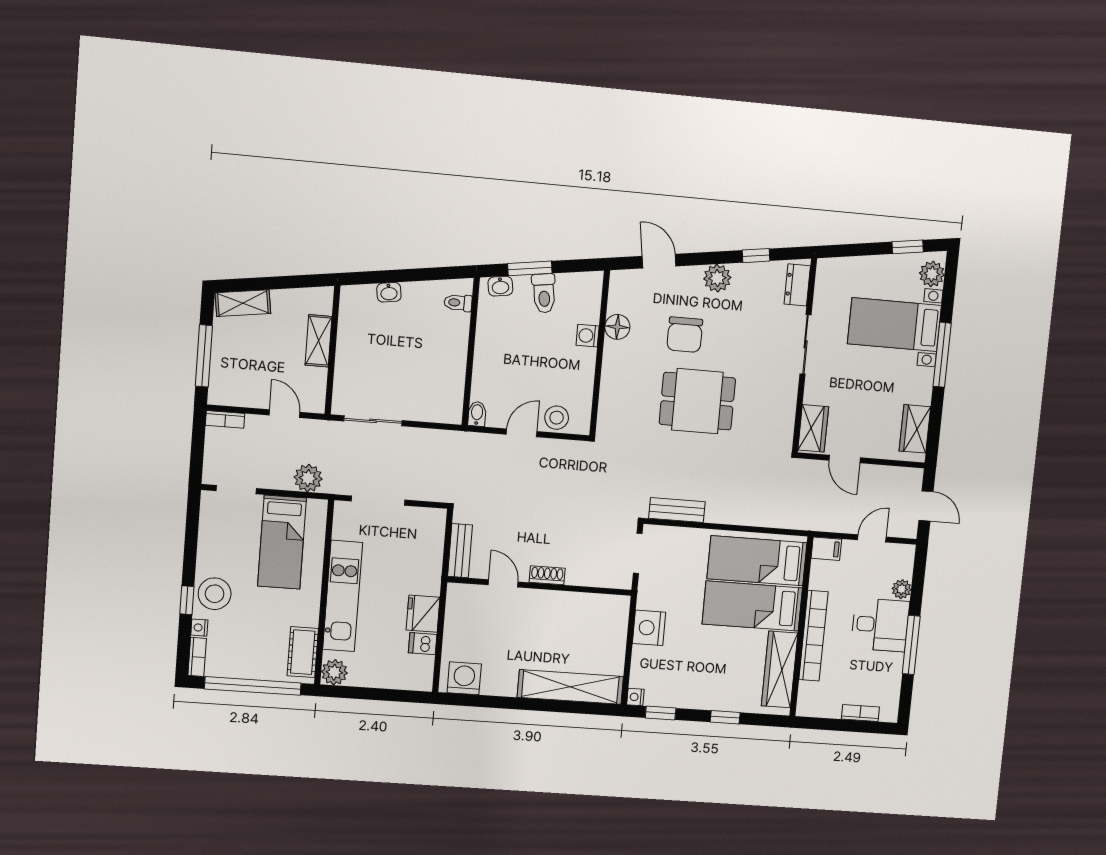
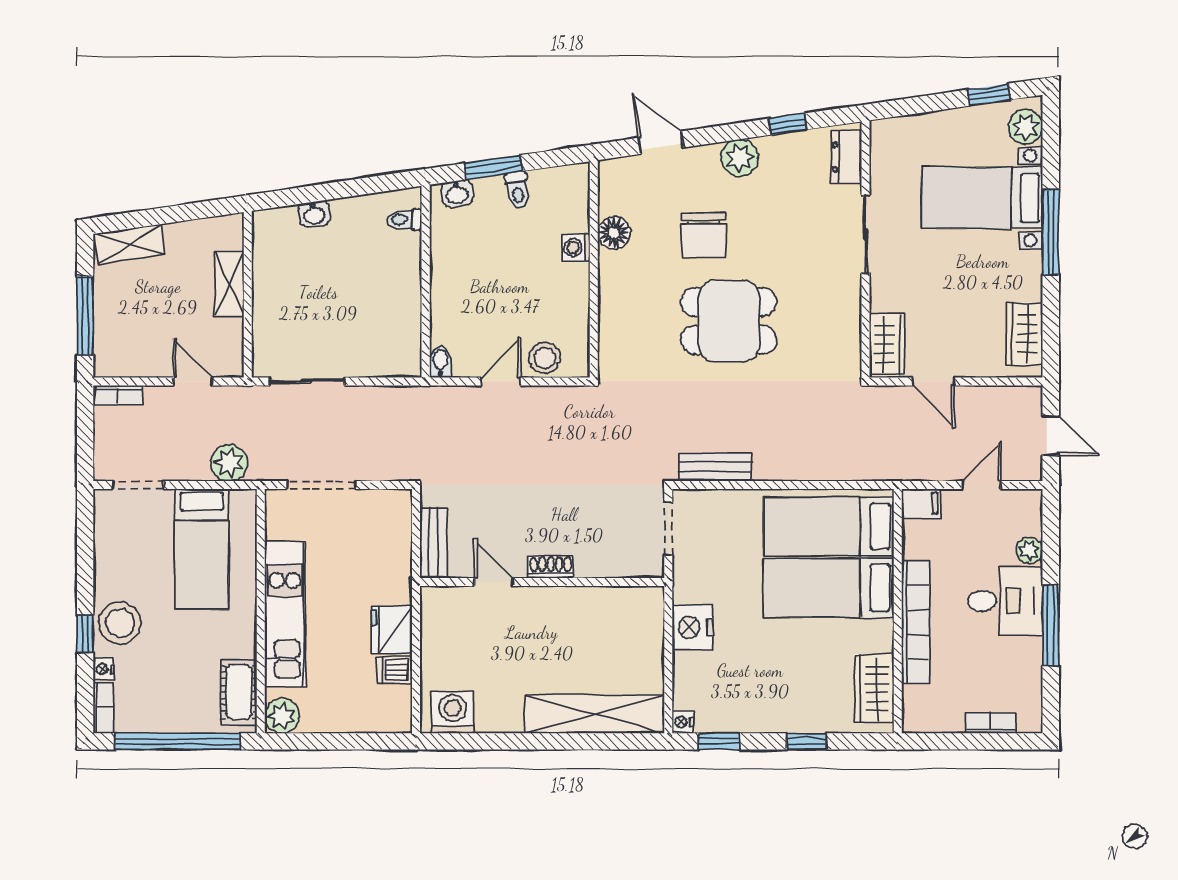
toilet: (544, 293) -> (517, 190), width x0.73, depth x0.72
wardrobe: (780, 669) -> (874, 688), width x0.67

